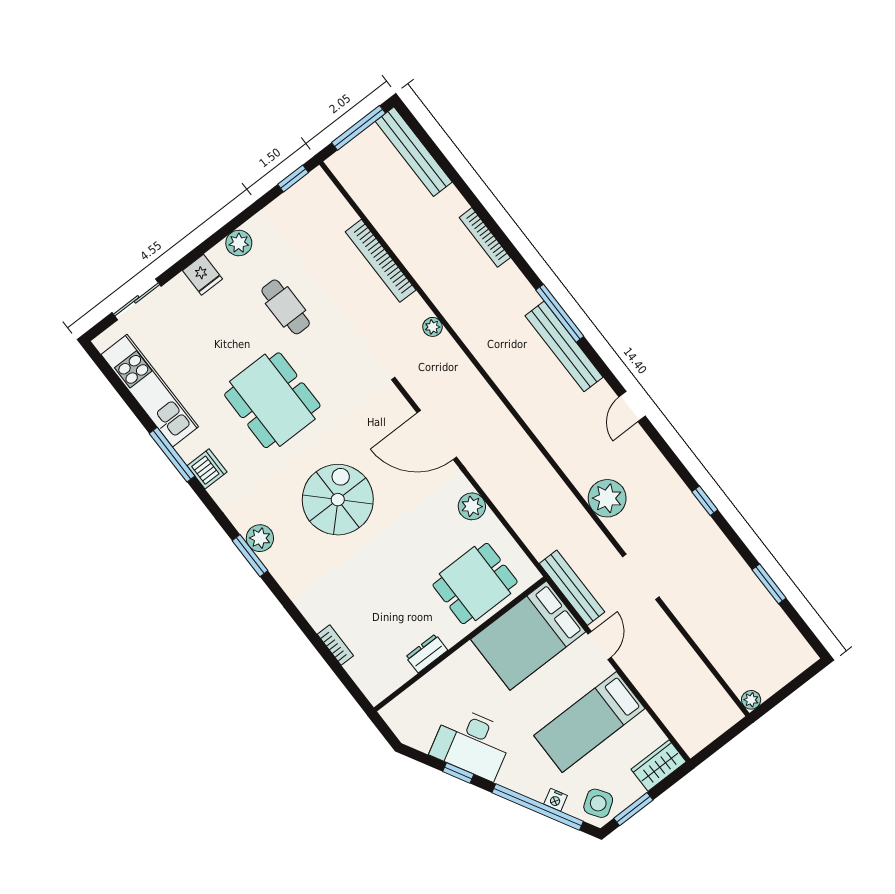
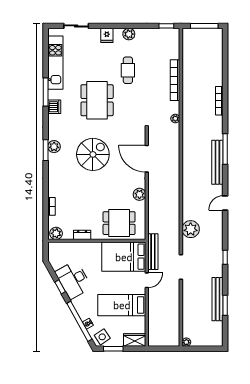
bench: (414, 152) -> (218, 299), moved
plant: (380, 686) -> (56, 233), added

